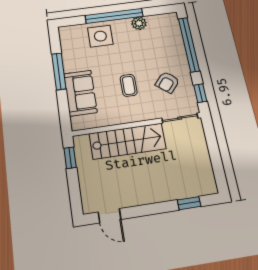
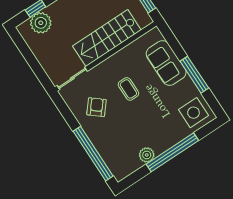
side table: (100, 36) -> (193, 113), moved
window: (200, 93) -> (64, 110), removed
plant: (190, 186) -> (41, 23), added

